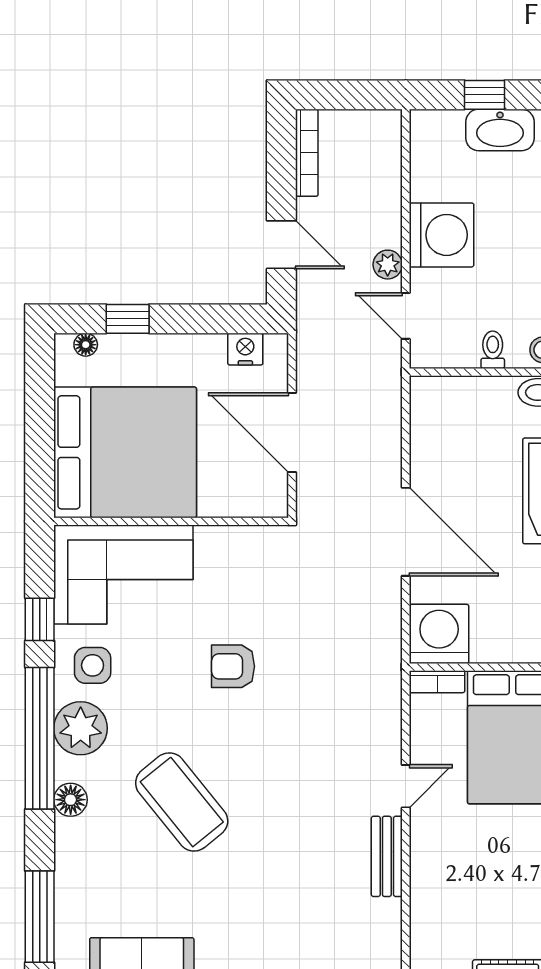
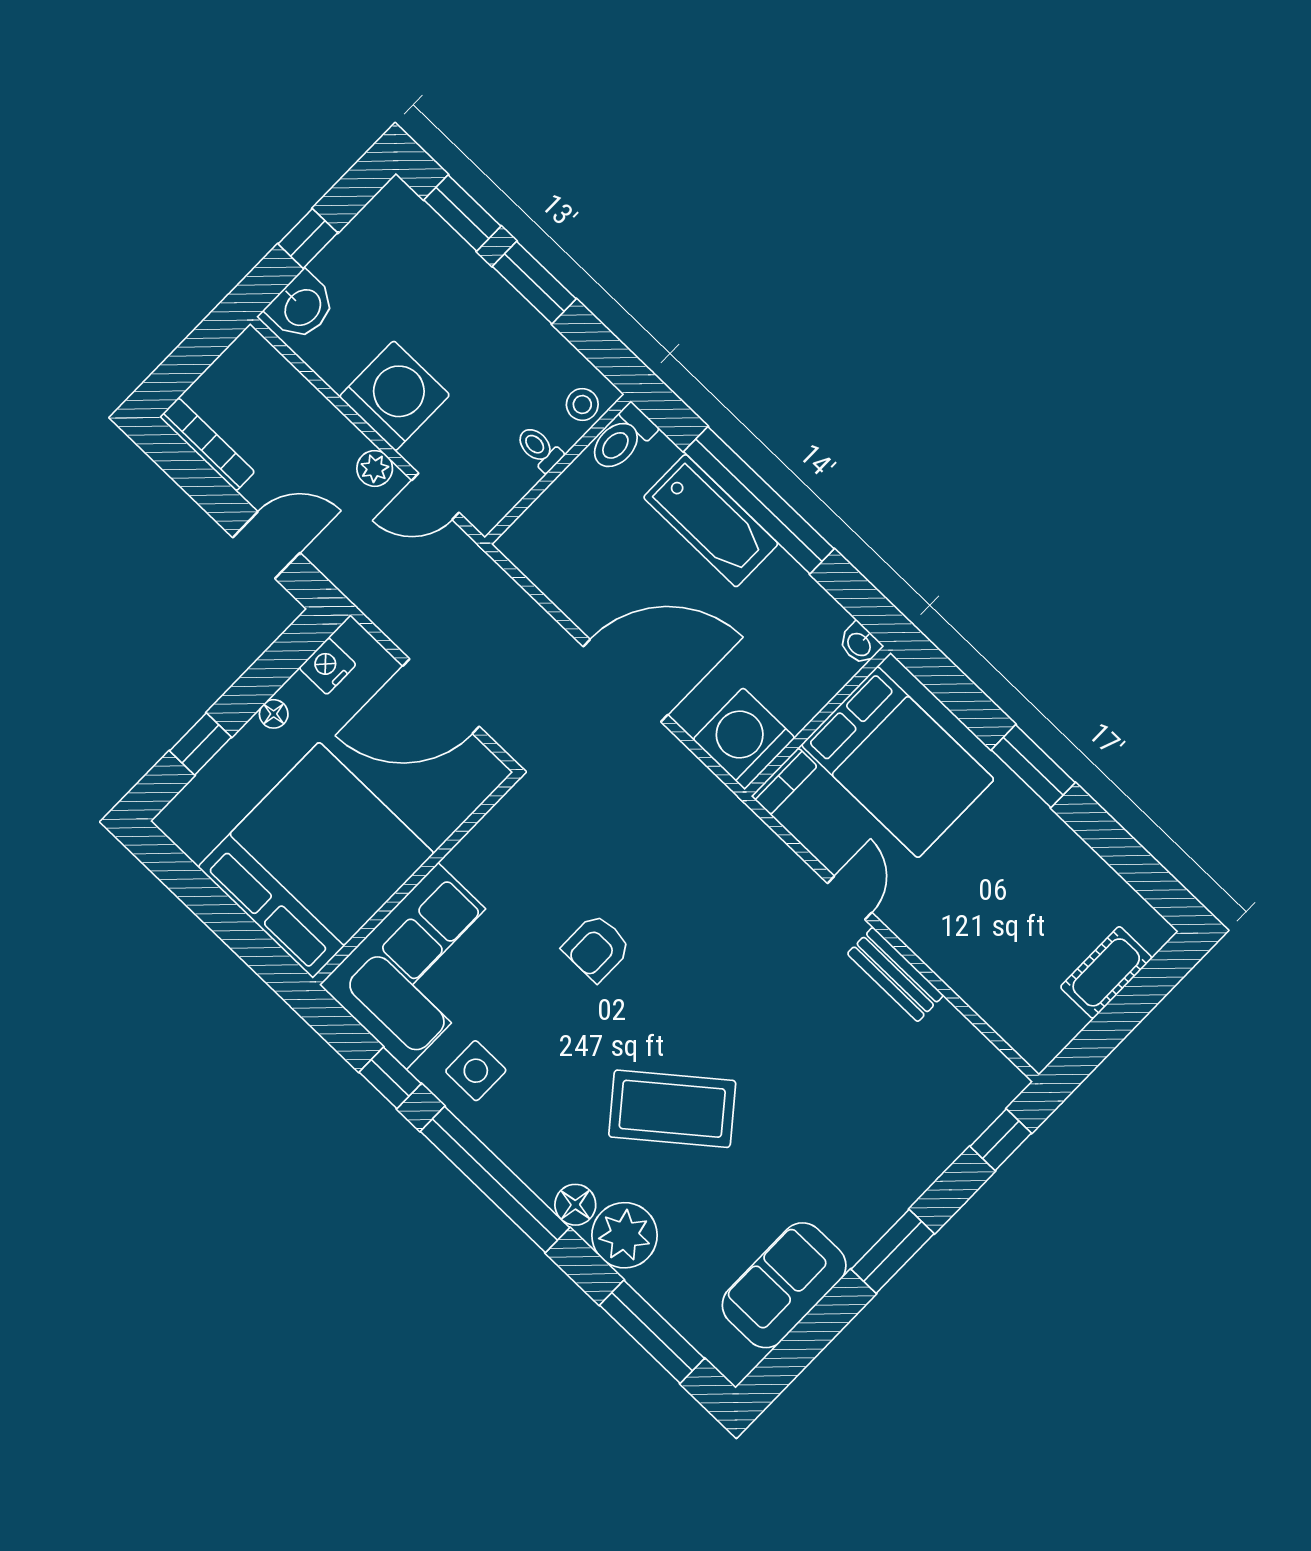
washbasin: (500, 130) -> (302, 307), moved, width x0.72
floor lamp: (86, 345) -> (274, 714), moved
plant: (81, 728) -> (625, 1235), moved

